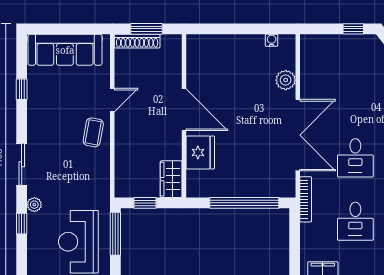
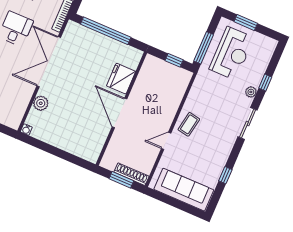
water cooler: (272, 40) -> (26, 130), moved
wardrobe: (171, 179) -> (149, 69), removed

